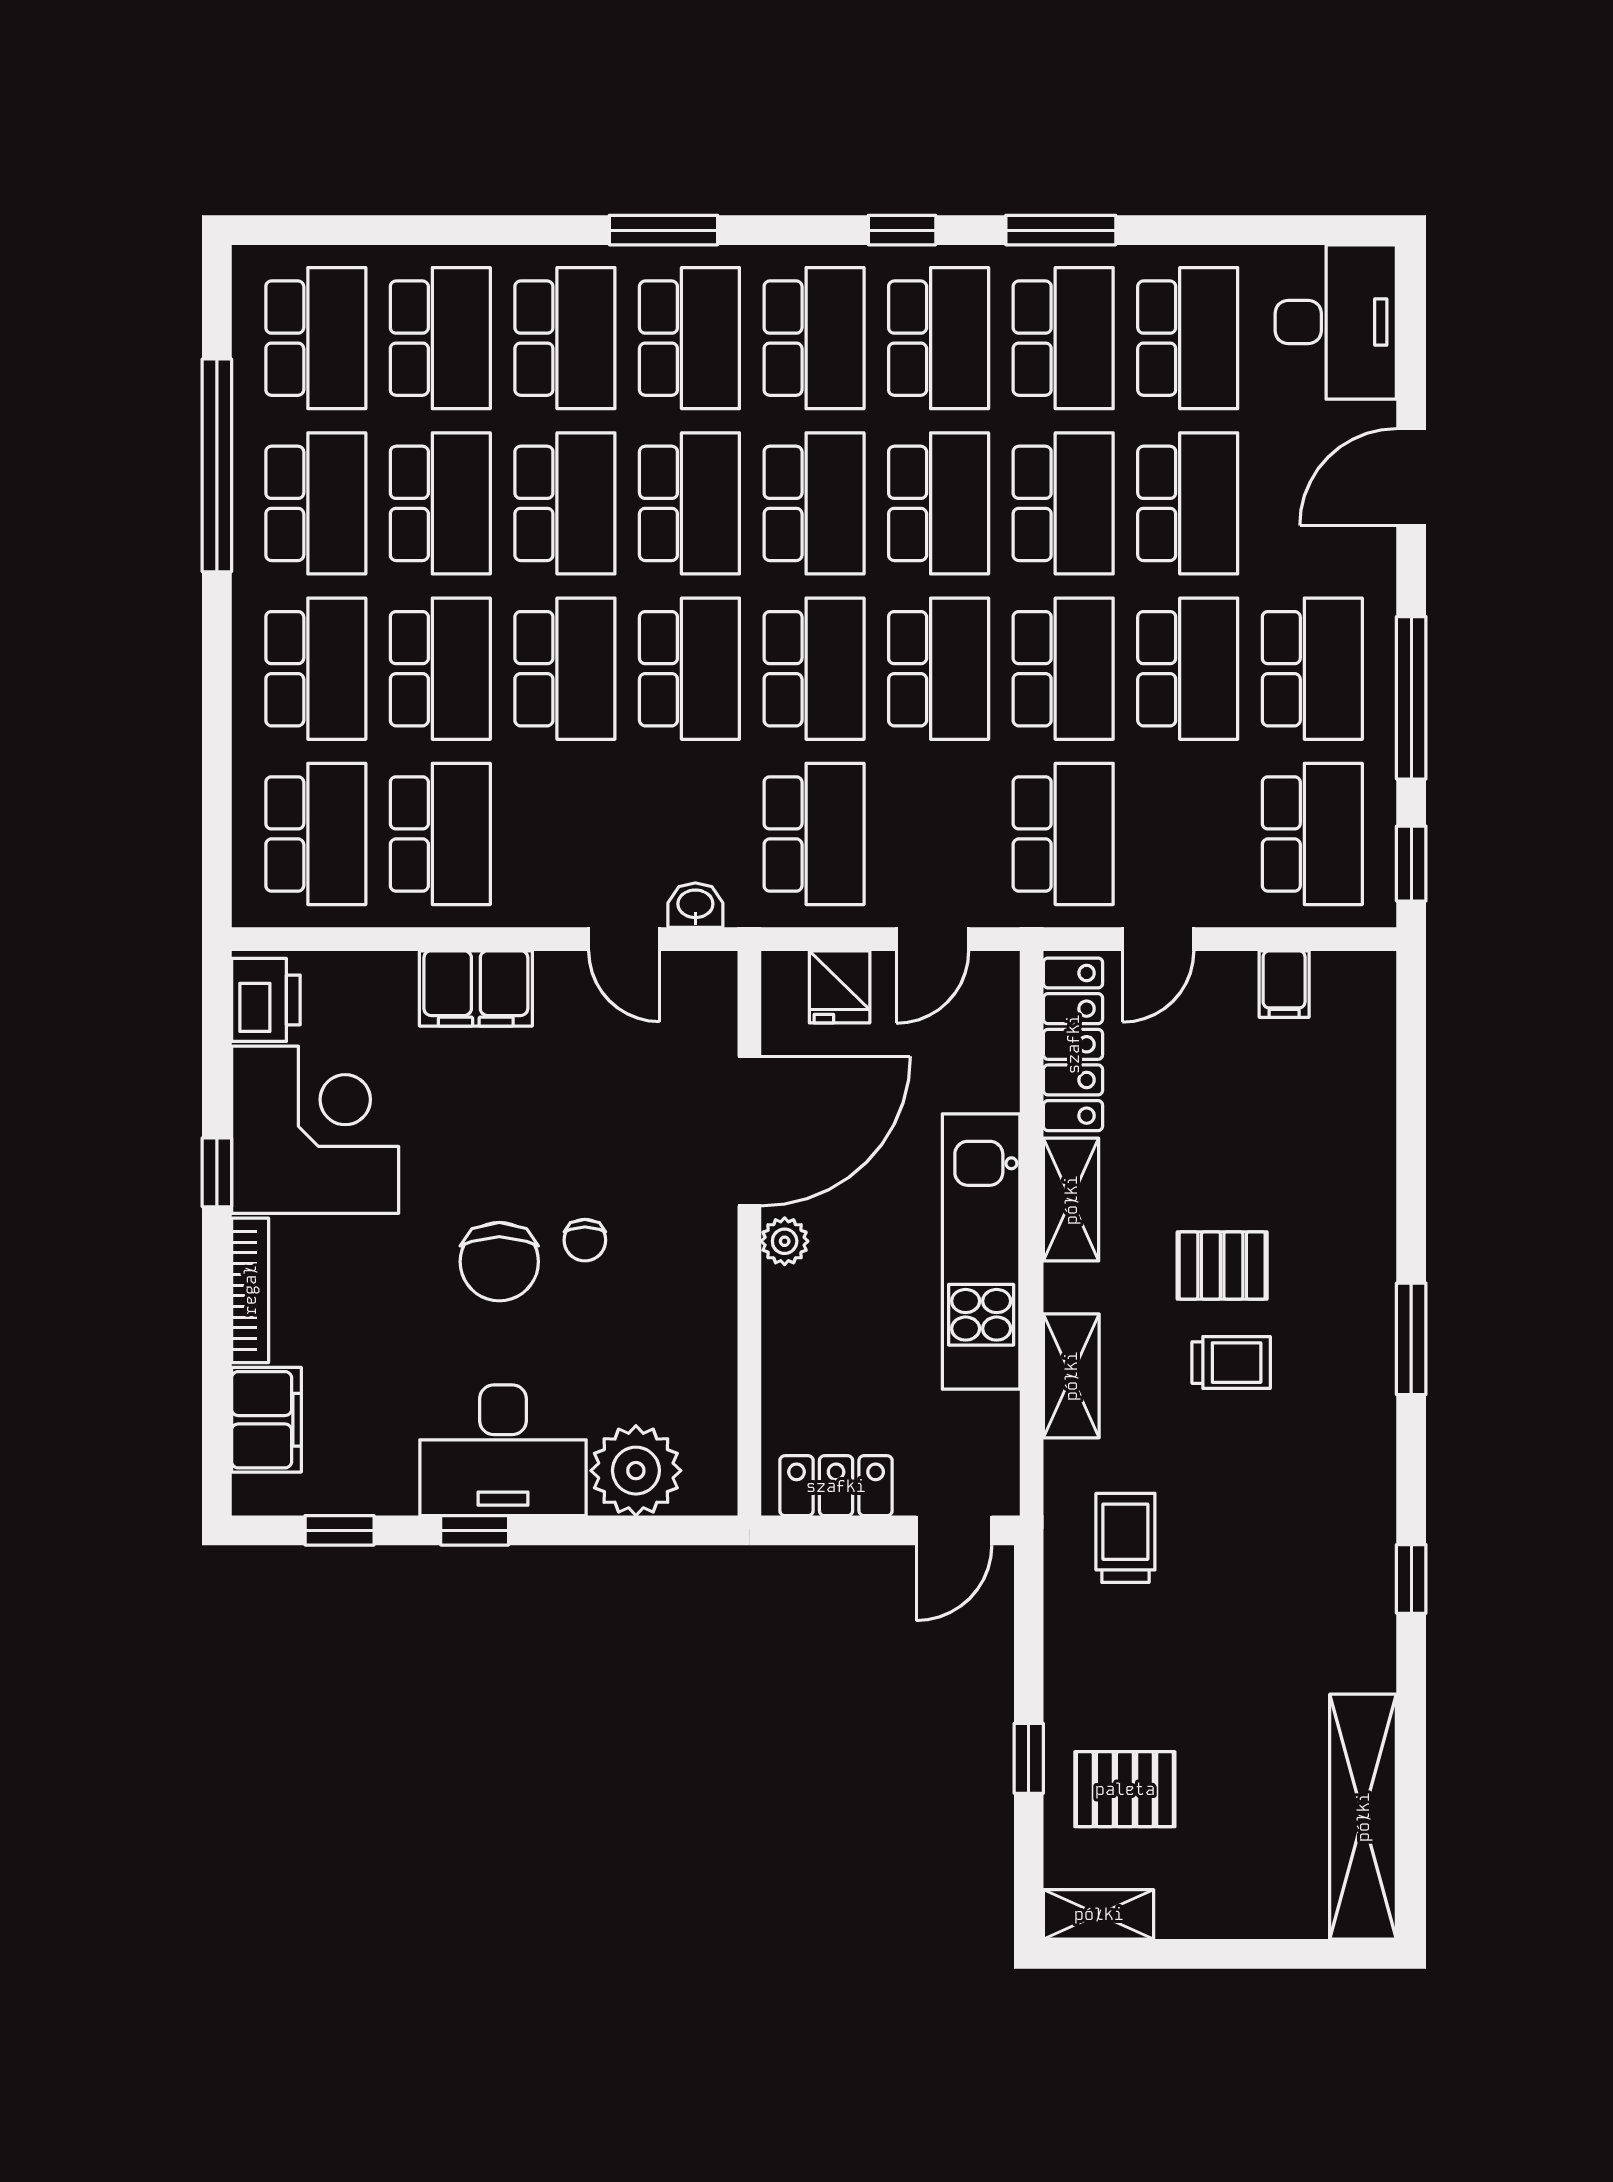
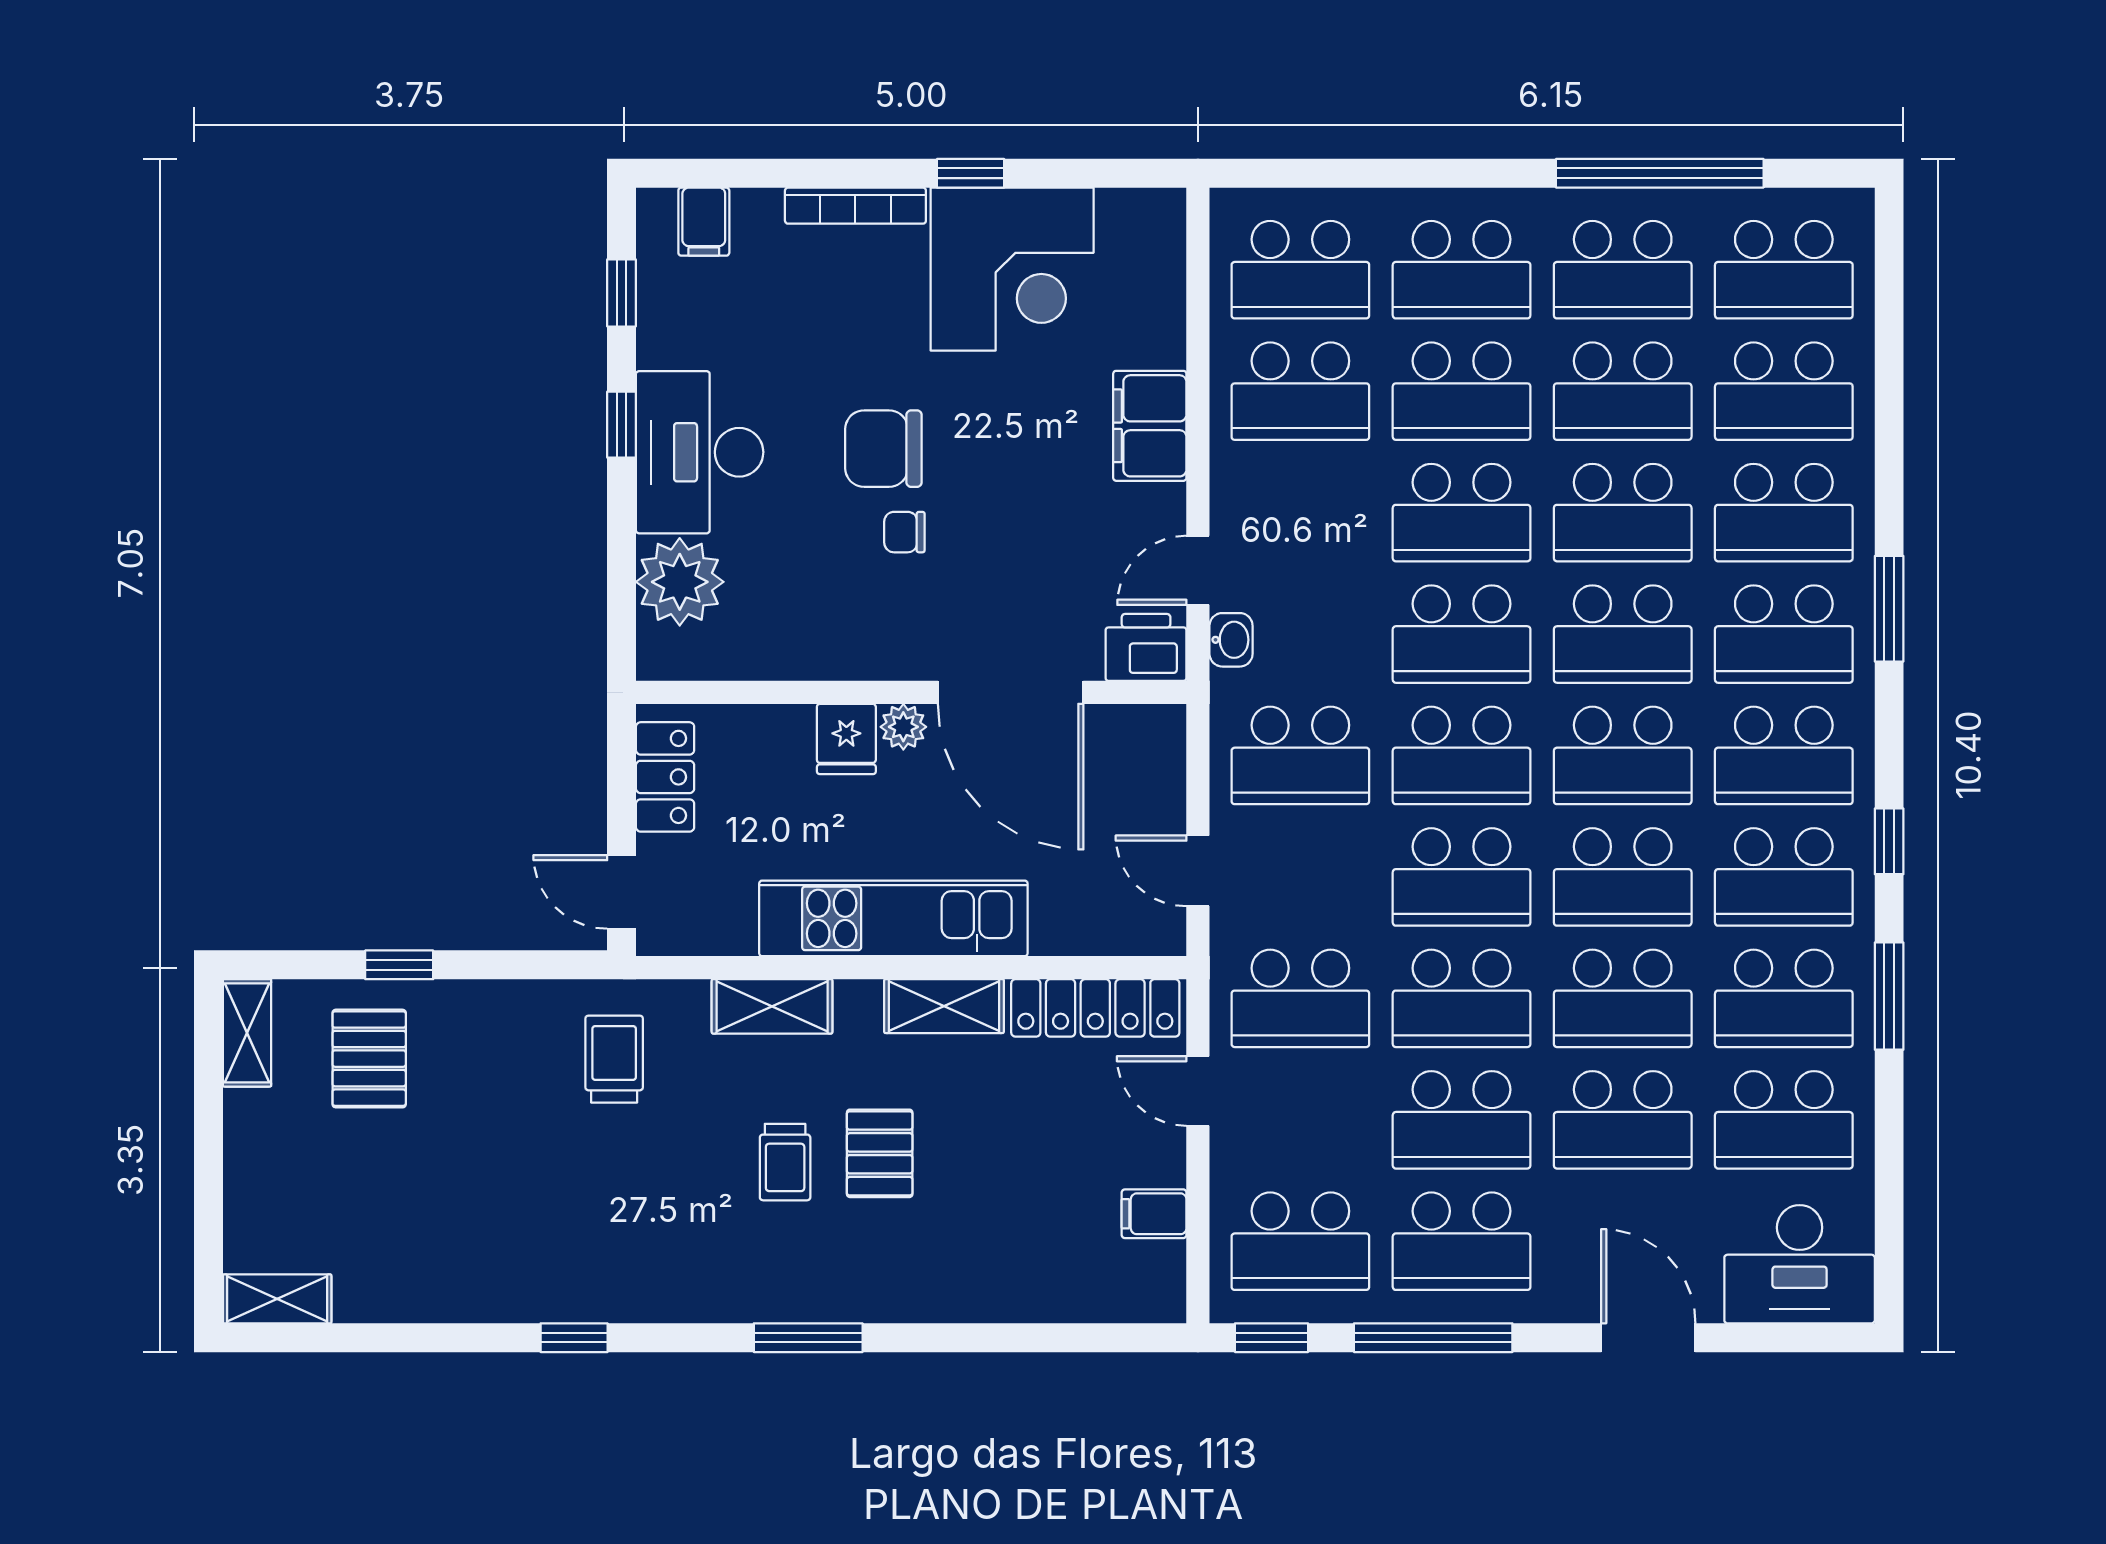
fridge: (840, 987) -> (846, 739), moved, turned -90
printer: (266, 1000) -> (1146, 647), moved, turned 180
filing cabinet: (266, 1420) -> (704, 222), width x0.50
trolley: (1125, 1538) -> (614, 1059), turned -90
shelving: (1363, 1817) -> (277, 1299), width x0.45, depth x0.75

